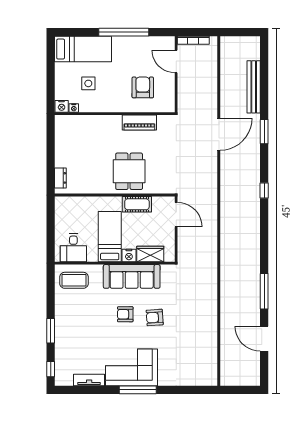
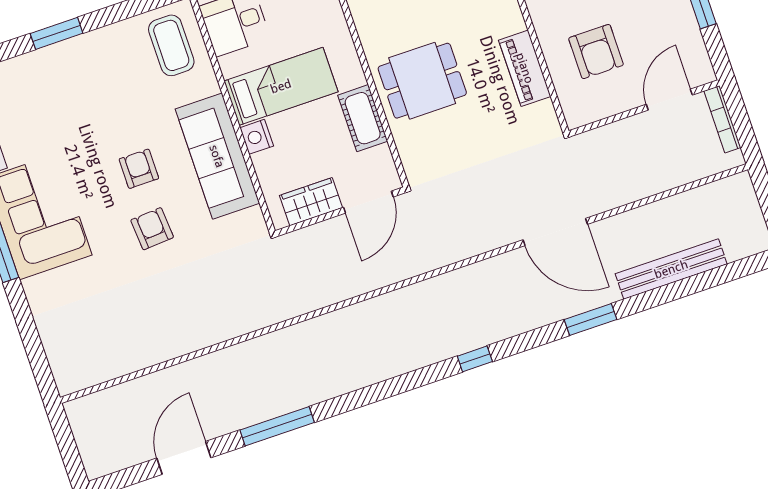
armchair: (143, 87) -> (596, 52), turned 90
wardrobe: (150, 254) -> (311, 202), moved, turned -90

